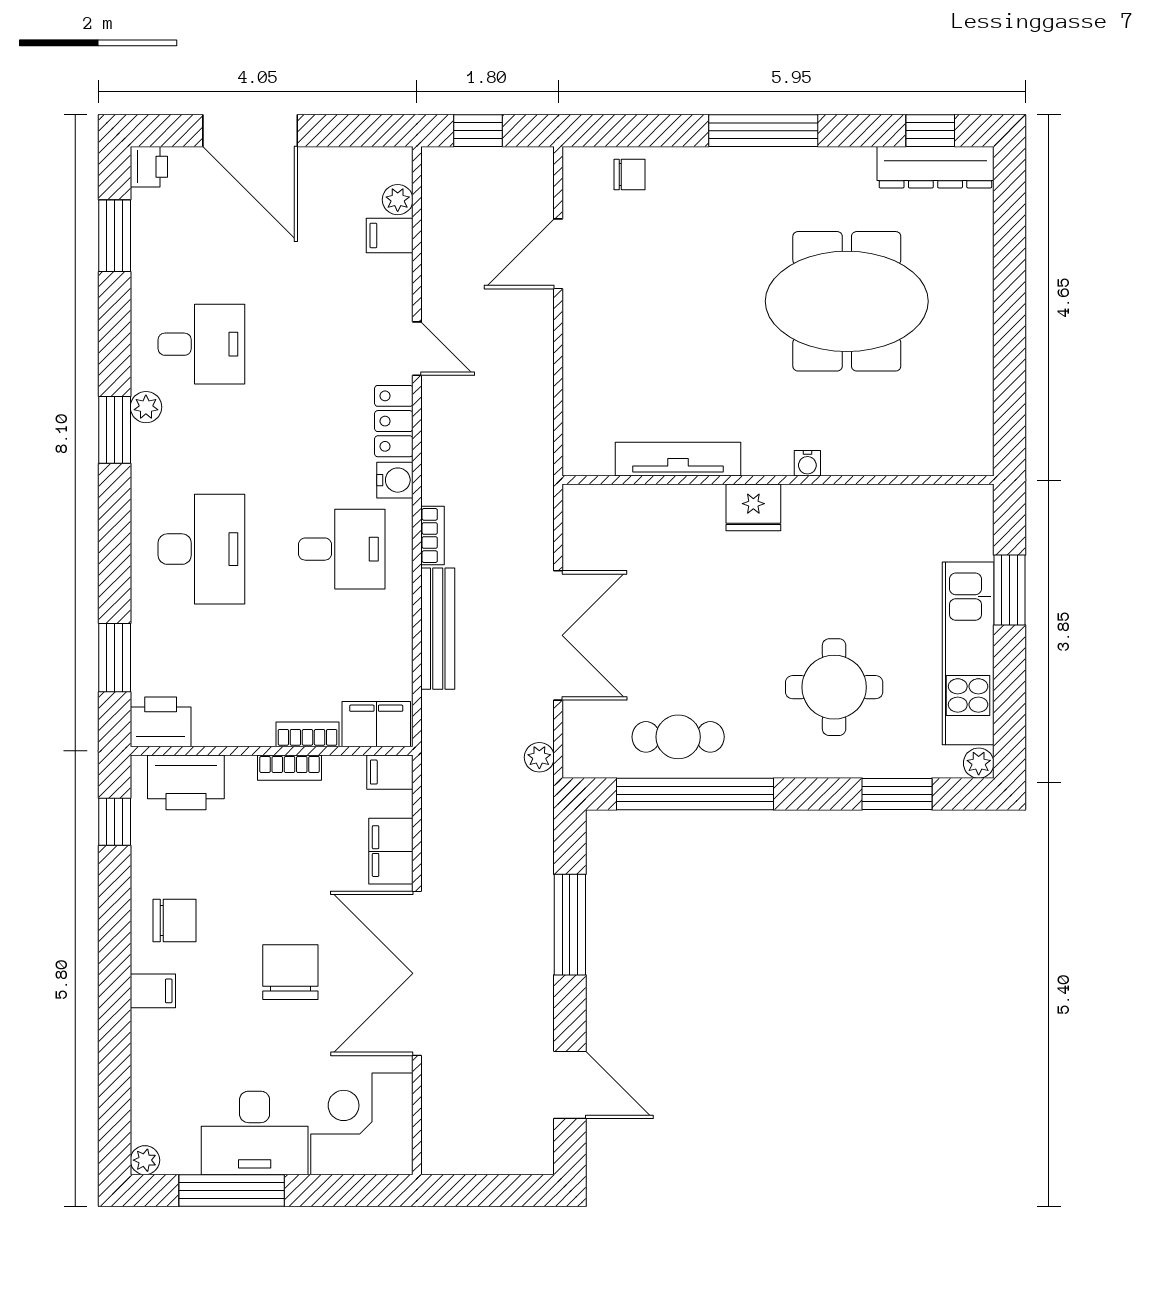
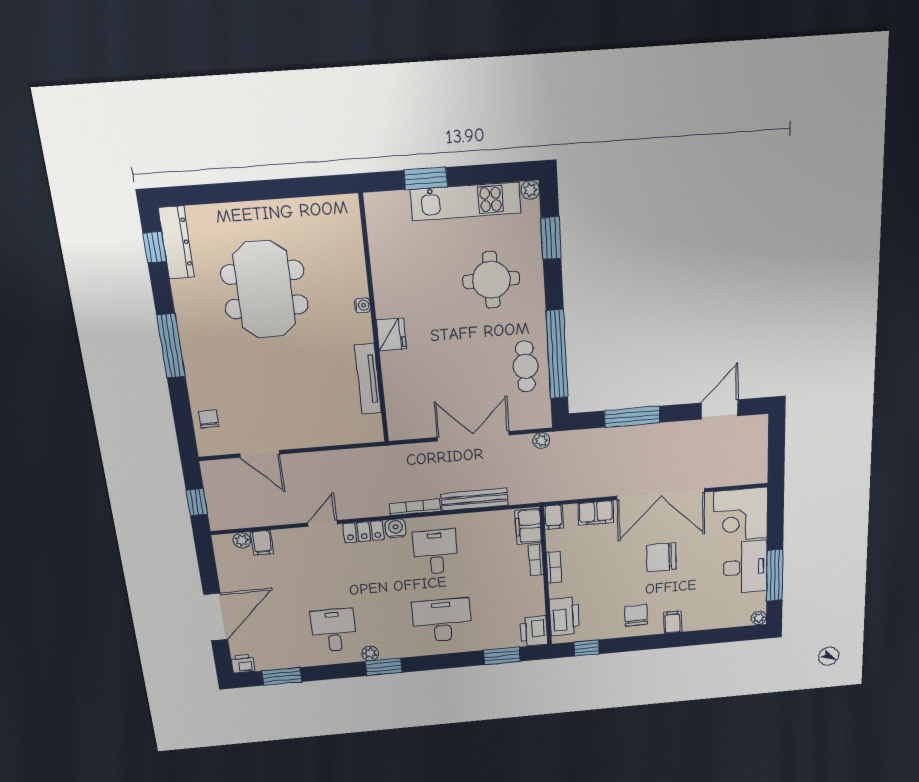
bookcase: (433, 536) -> (415, 507), width x1.56

